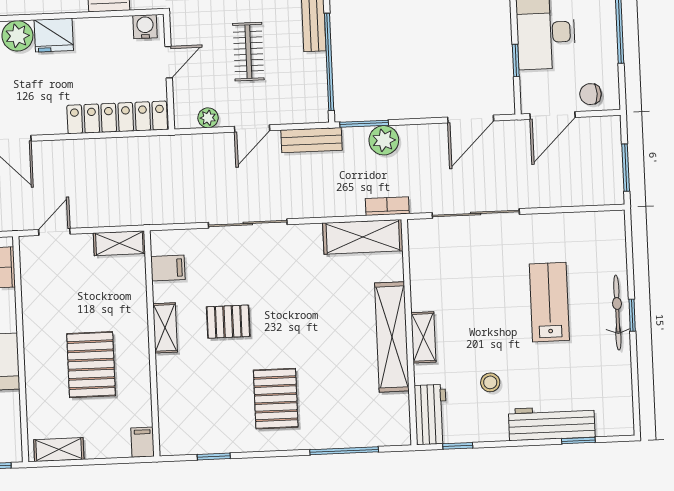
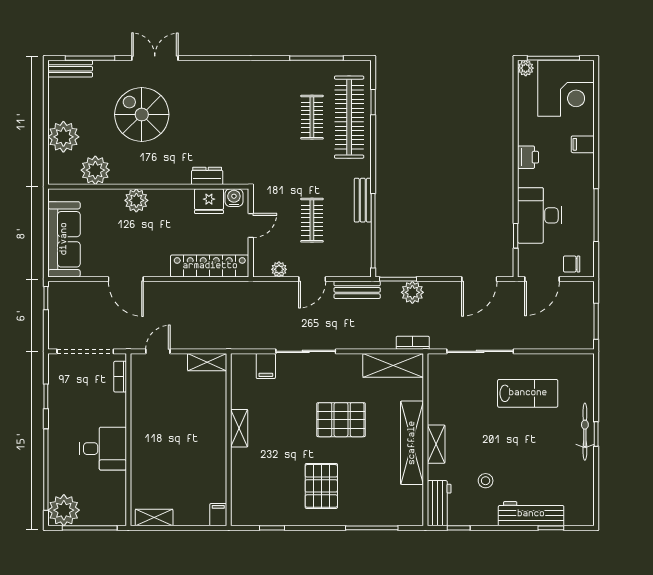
fridge: (54, 35) -> (209, 201), moved
filing cabinet: (168, 268) -> (266, 366), moved, turned 90
lab bench: (549, 302) -> (528, 393), moved, turned 90
pallet: (228, 322) -> (341, 420), moved, width x1.50, depth x1.42
pallet: (91, 365) -> (181, 454), removed

